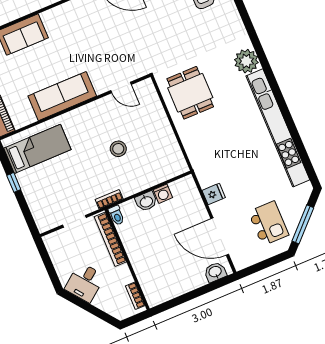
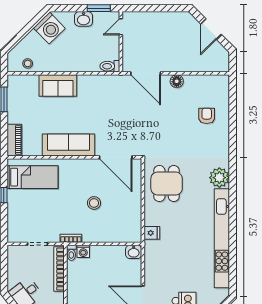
door: (121, 88) -> (116, 157), width x1.87
washing machine: (163, 194) -> (83, 251), moved
fridge: (214, 194) -> (152, 233), moved
washbasin: (146, 201) -> (134, 252), moved

